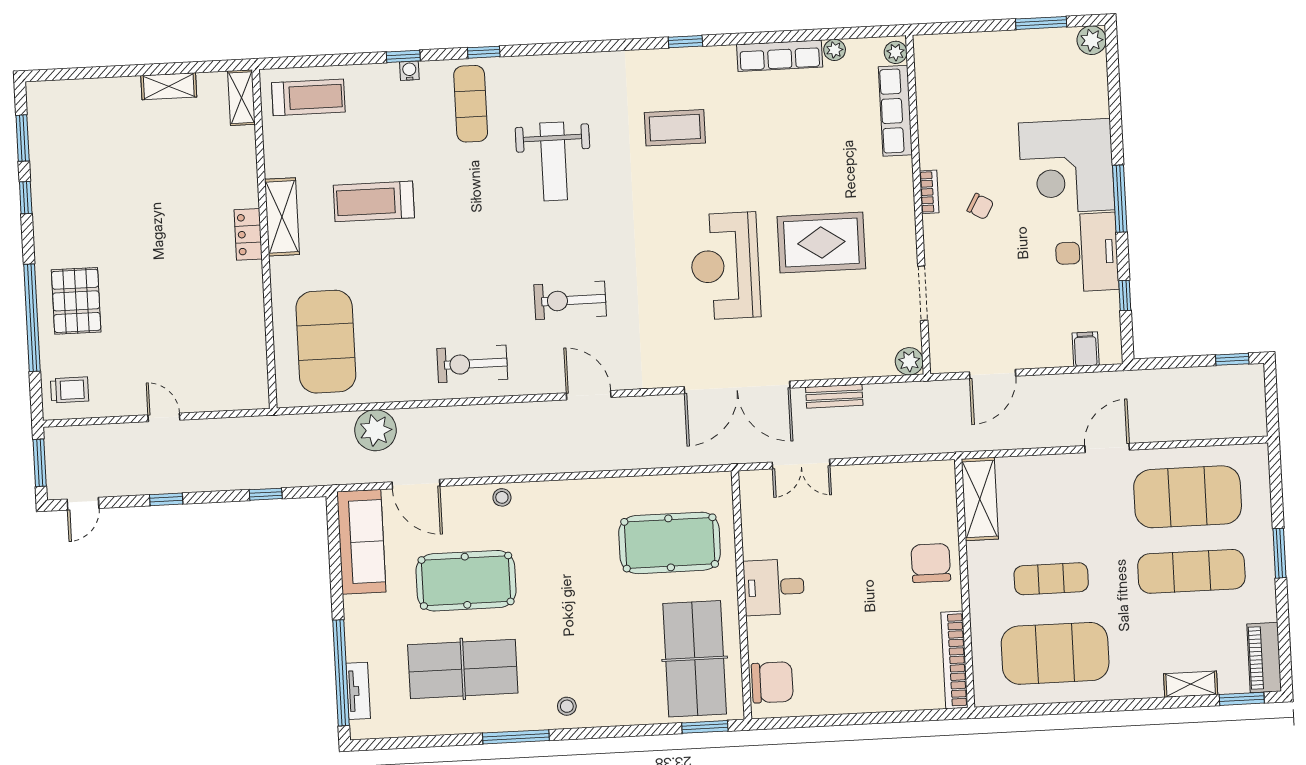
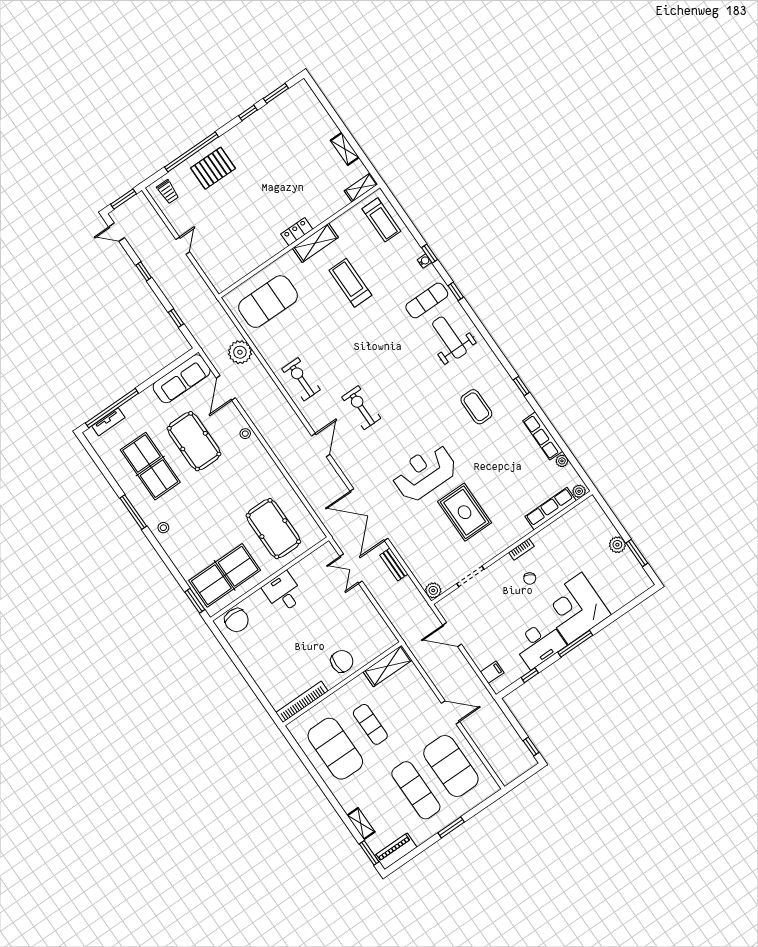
plant: (1092, 40) -> (617, 545), moved
weight bench: (554, 161) -> (449, 338), moved, turned 90

